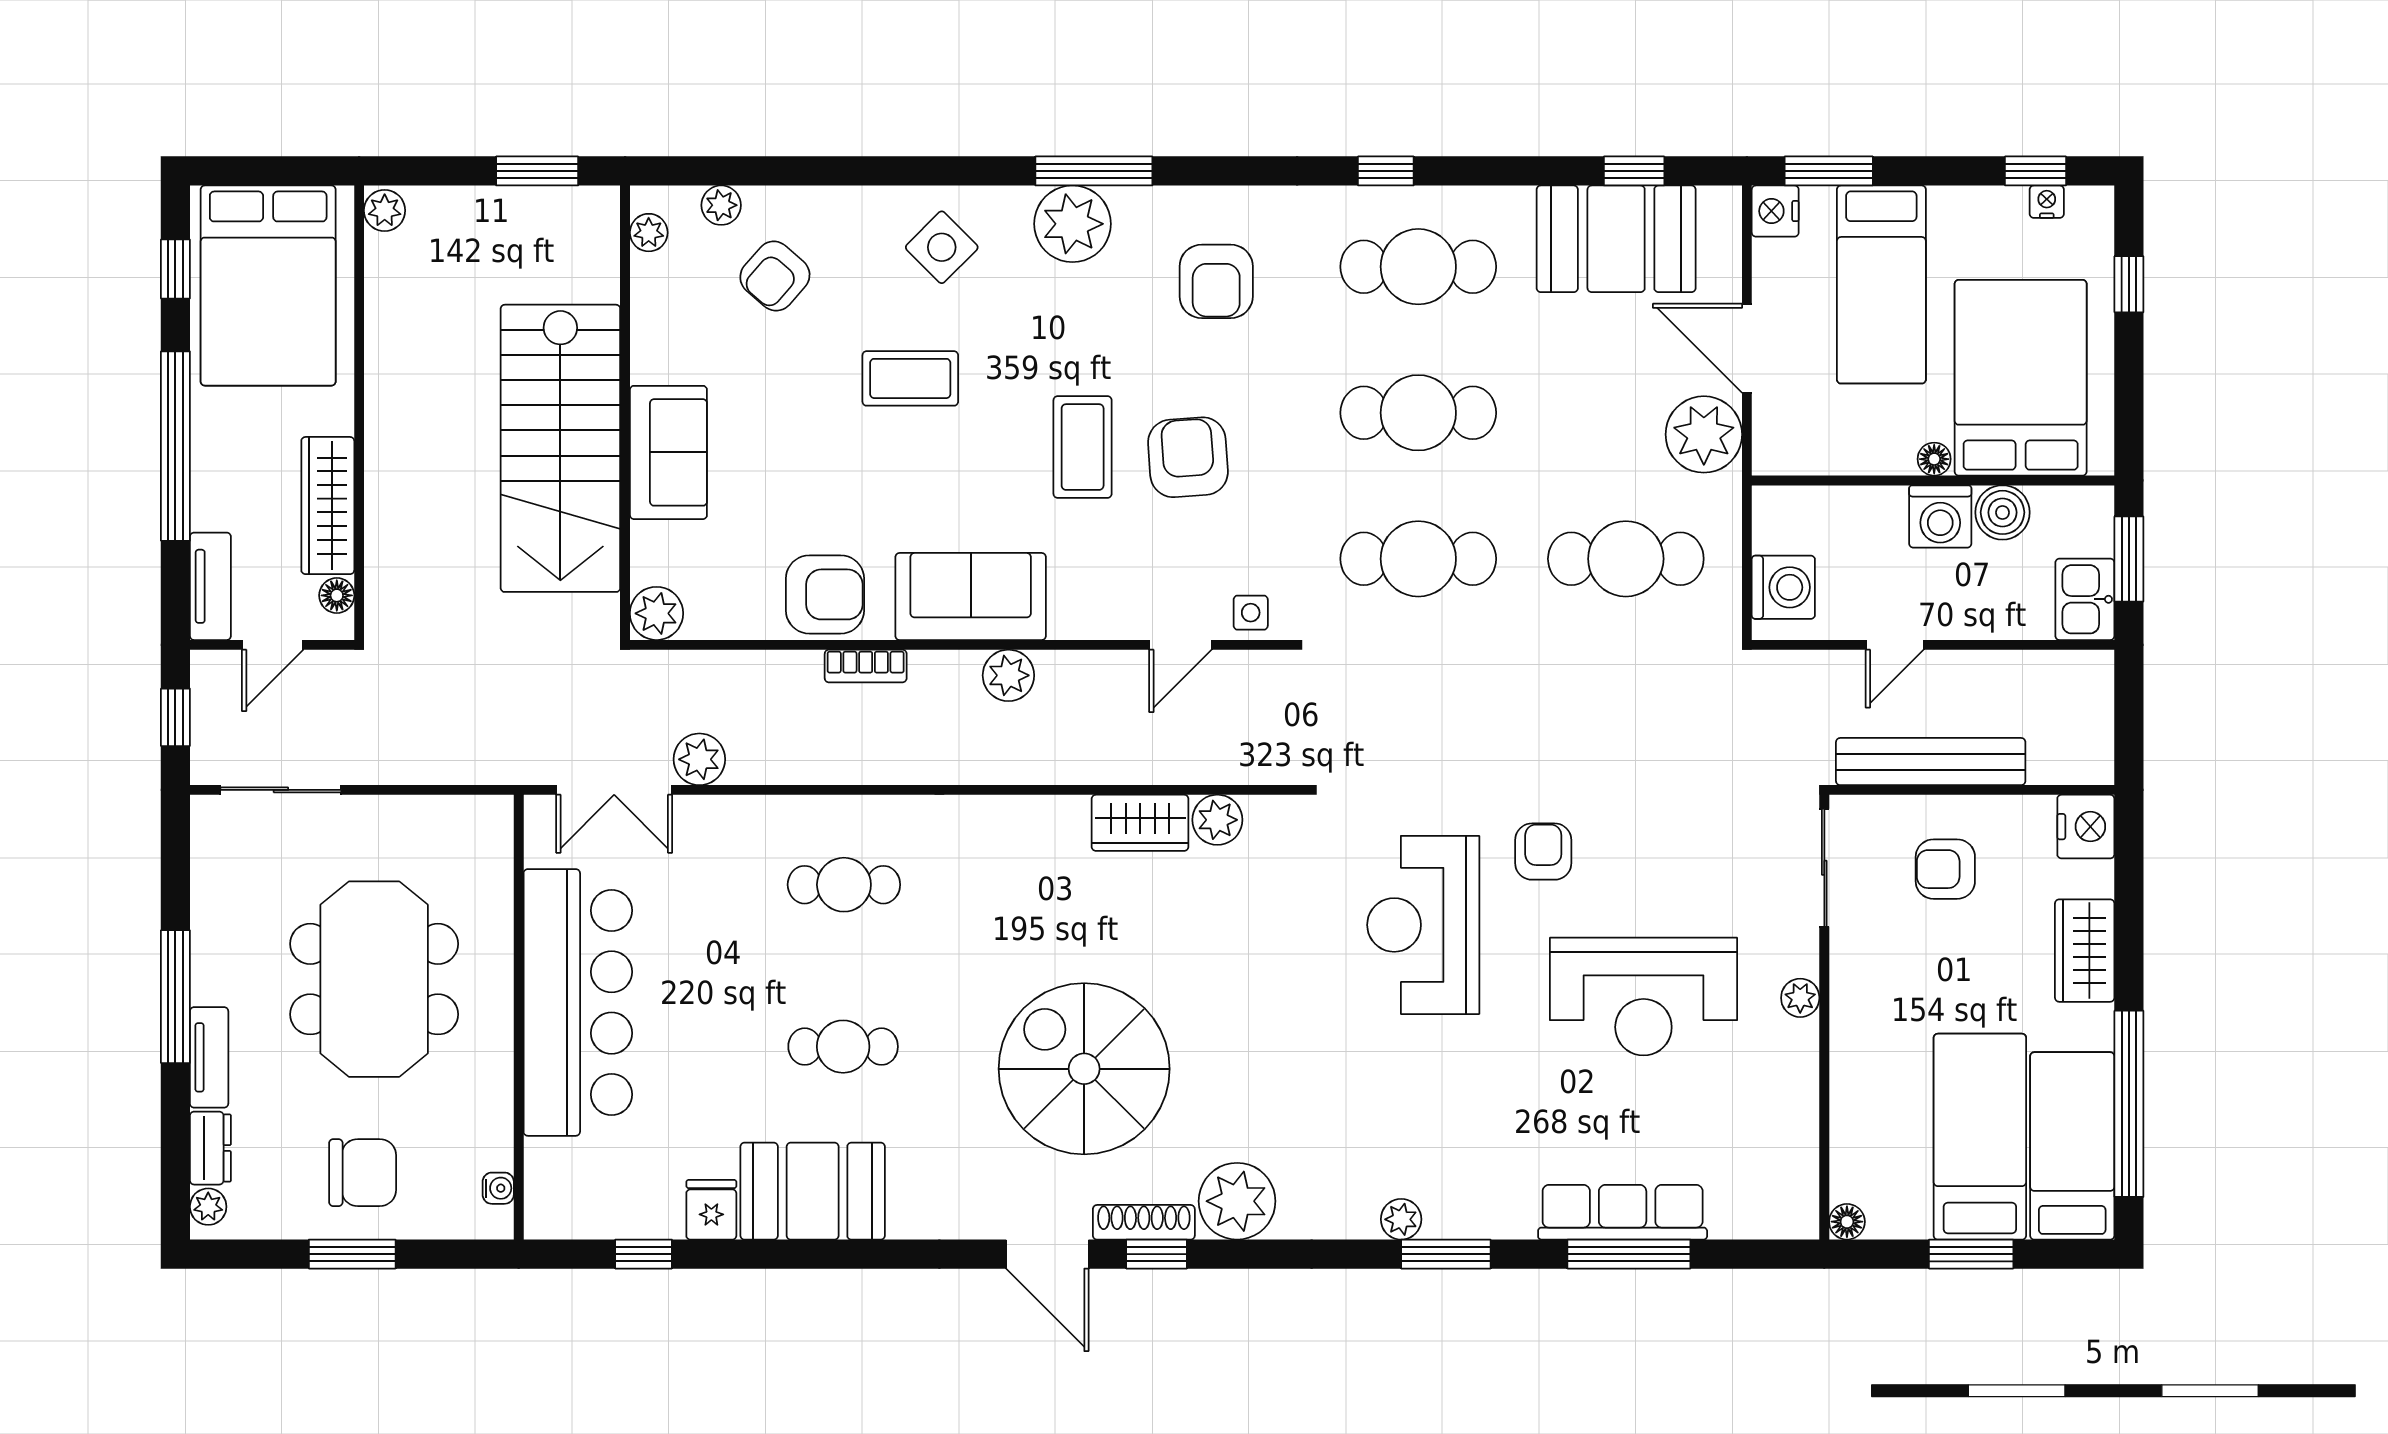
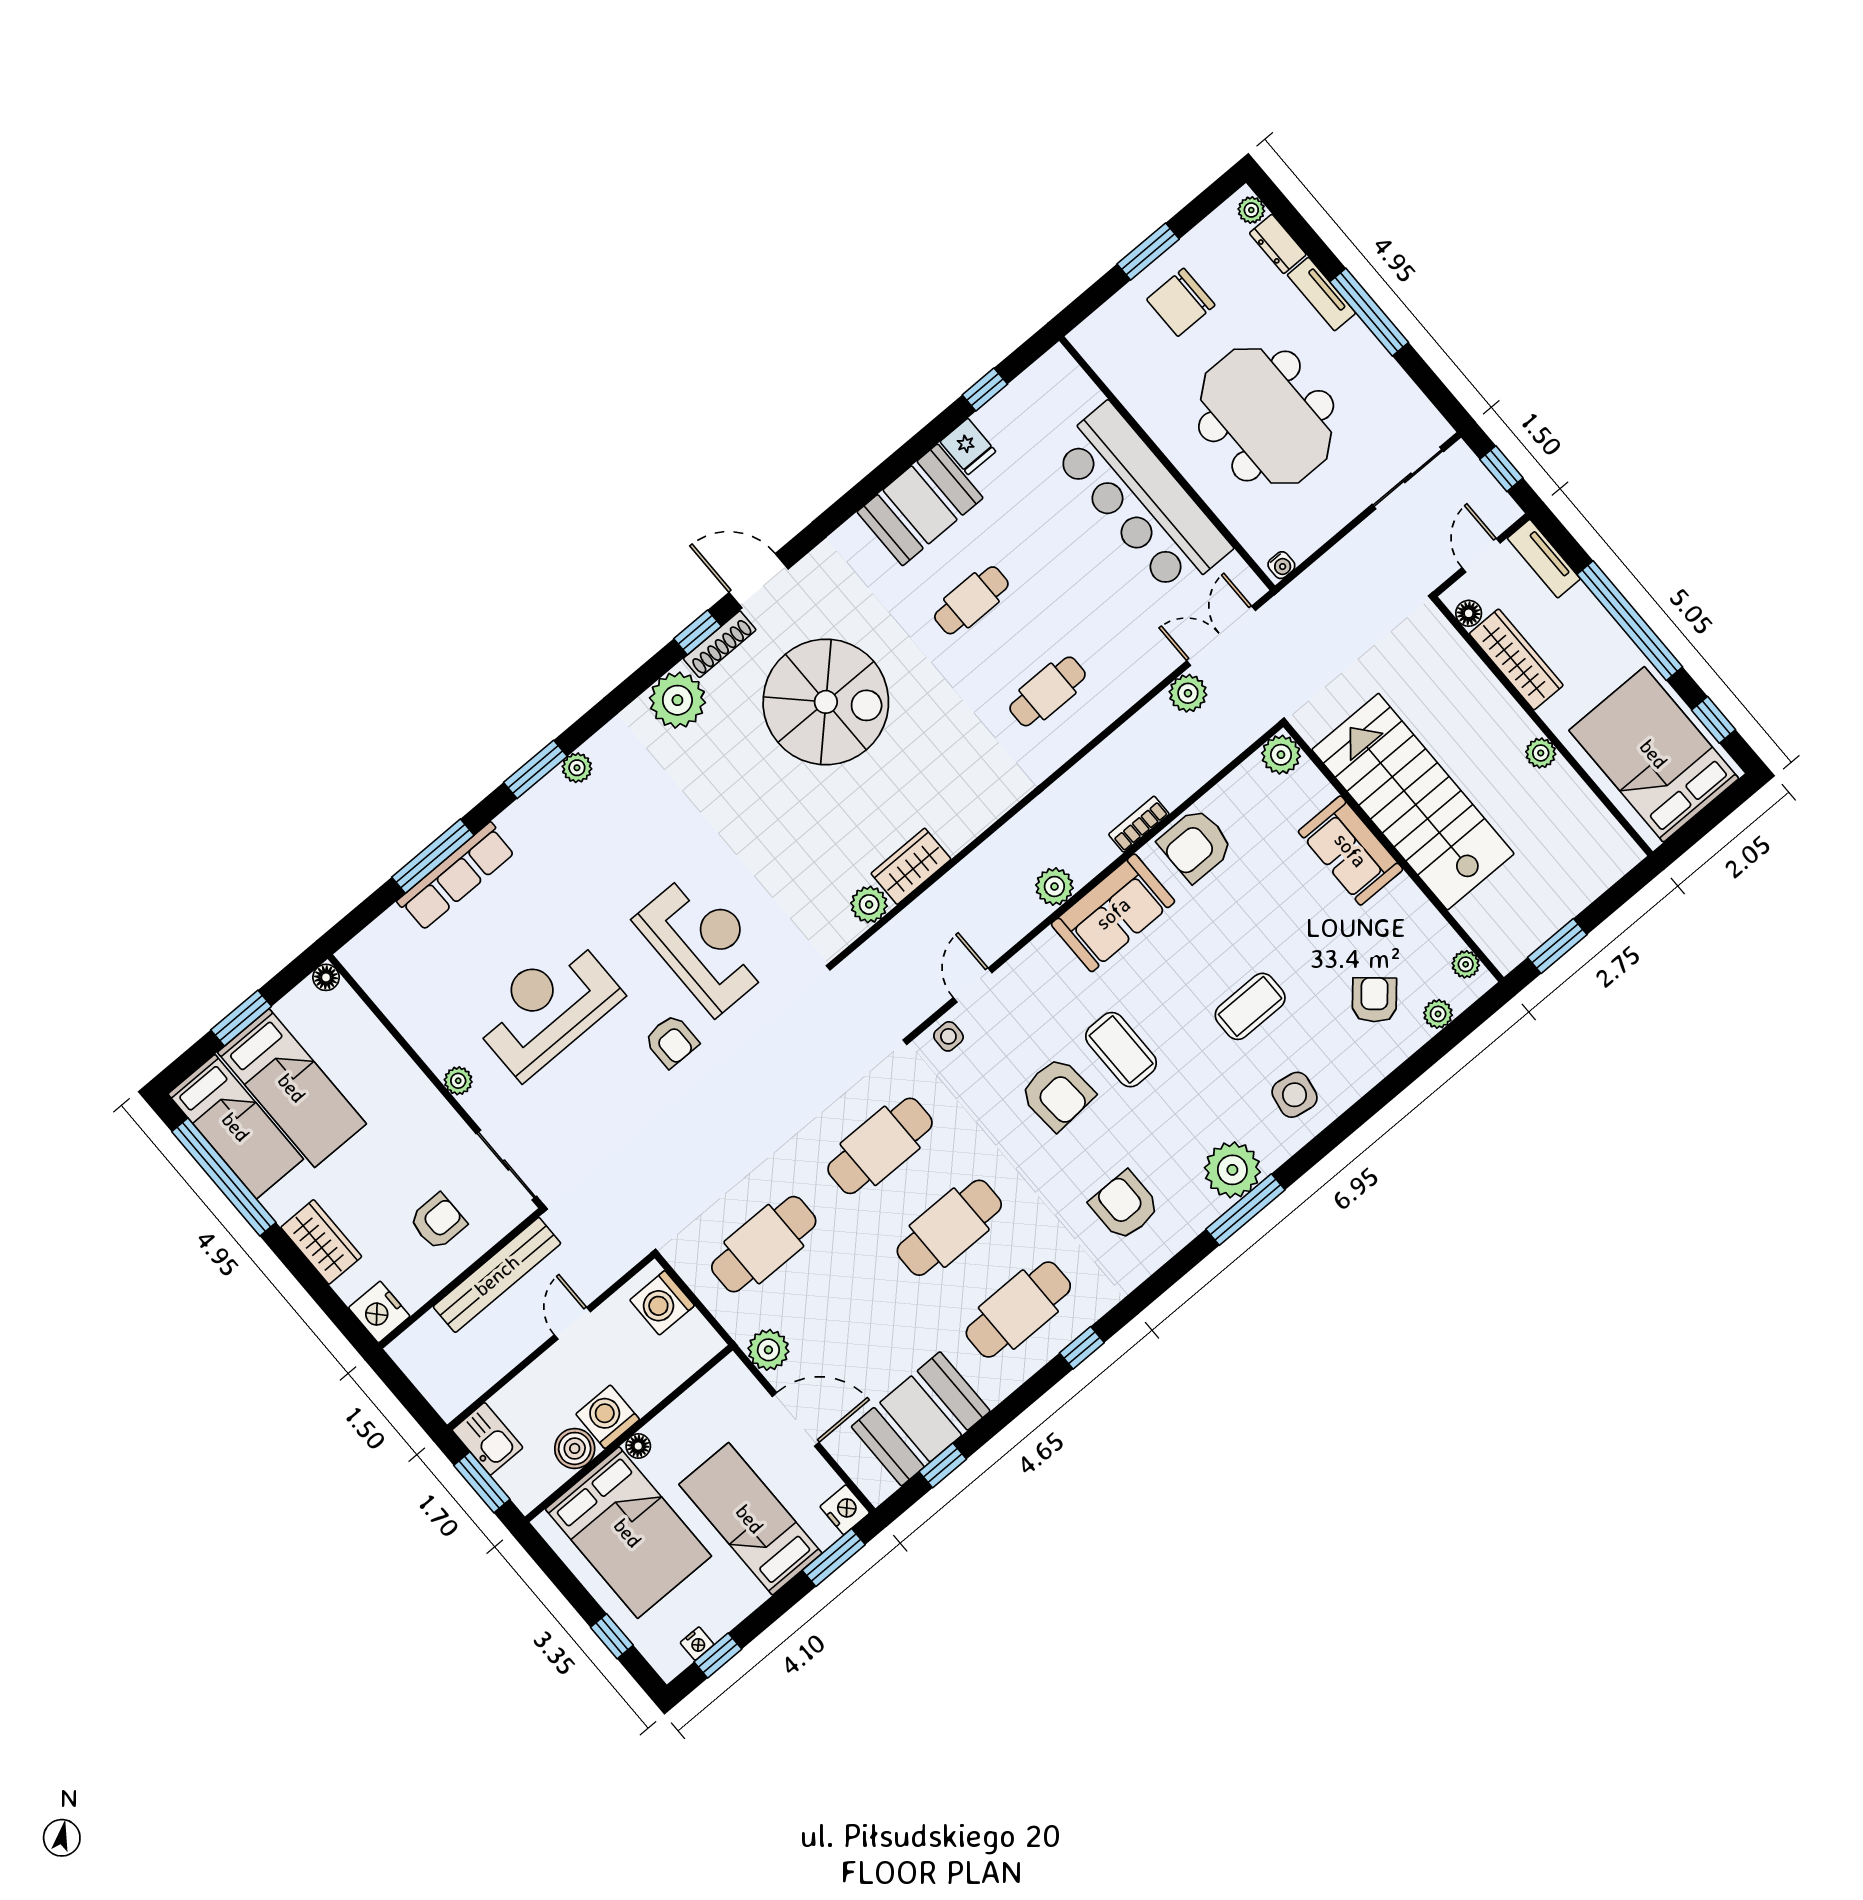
plant: (385, 210) -> (1541, 753), moved
side table: (942, 247) -> (1295, 1095), turned -35
plant: (1704, 434) -> (768, 1350), width x0.73, depth x0.73
water cooler: (498, 1188) -> (1281, 565), moved, turned -90

